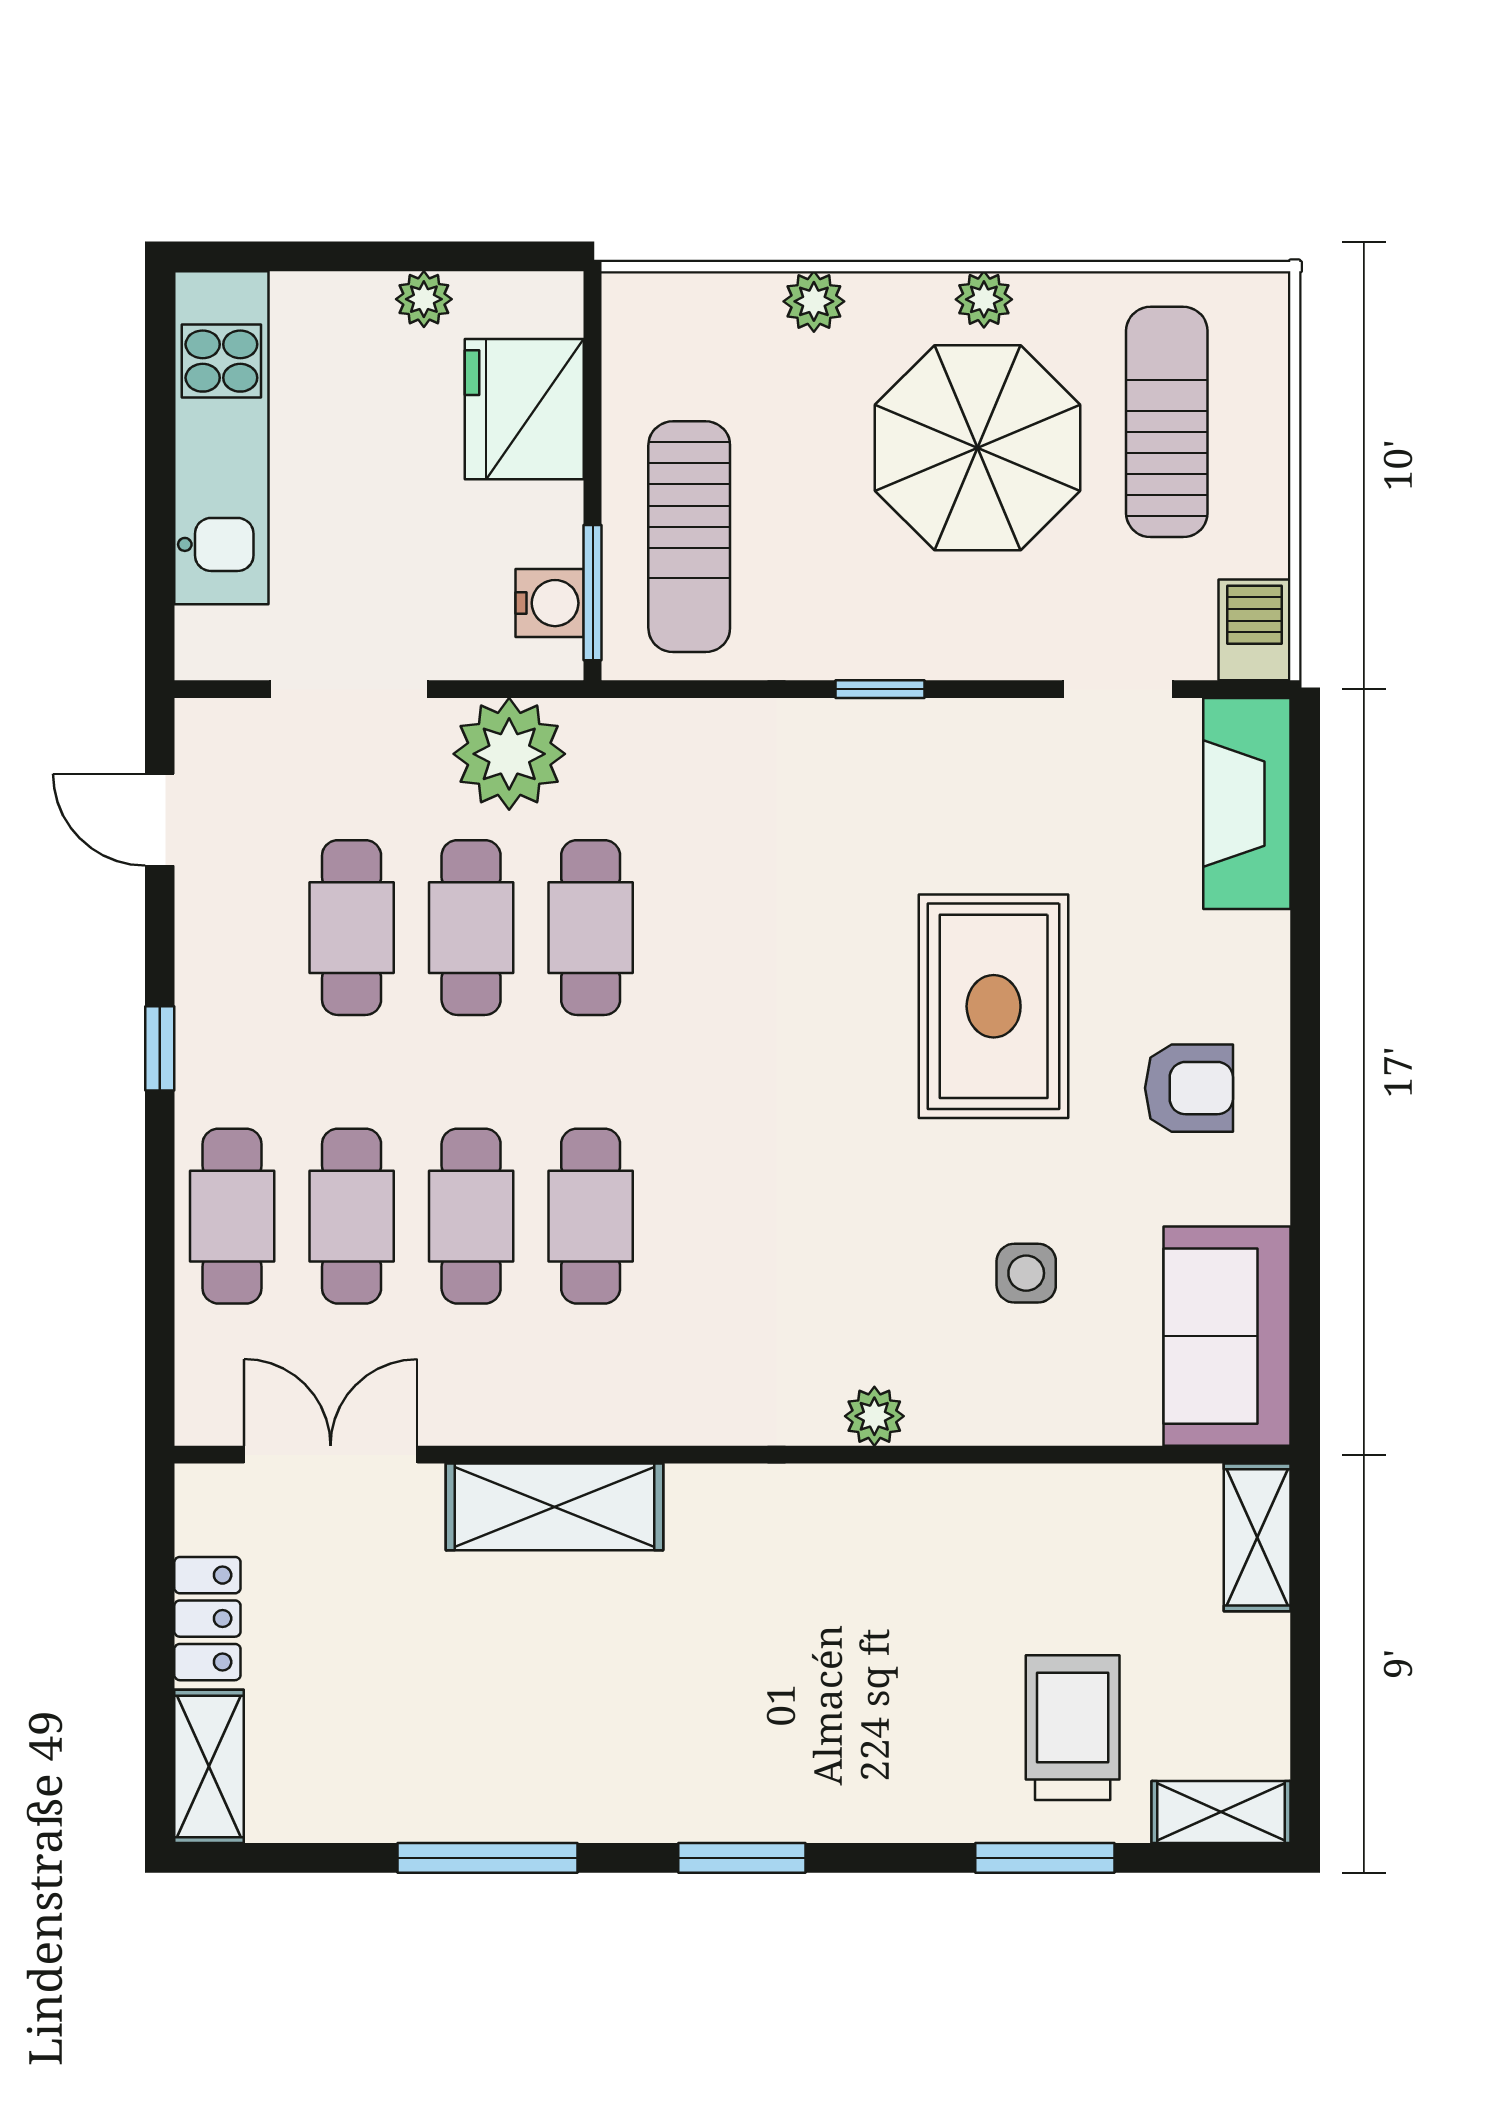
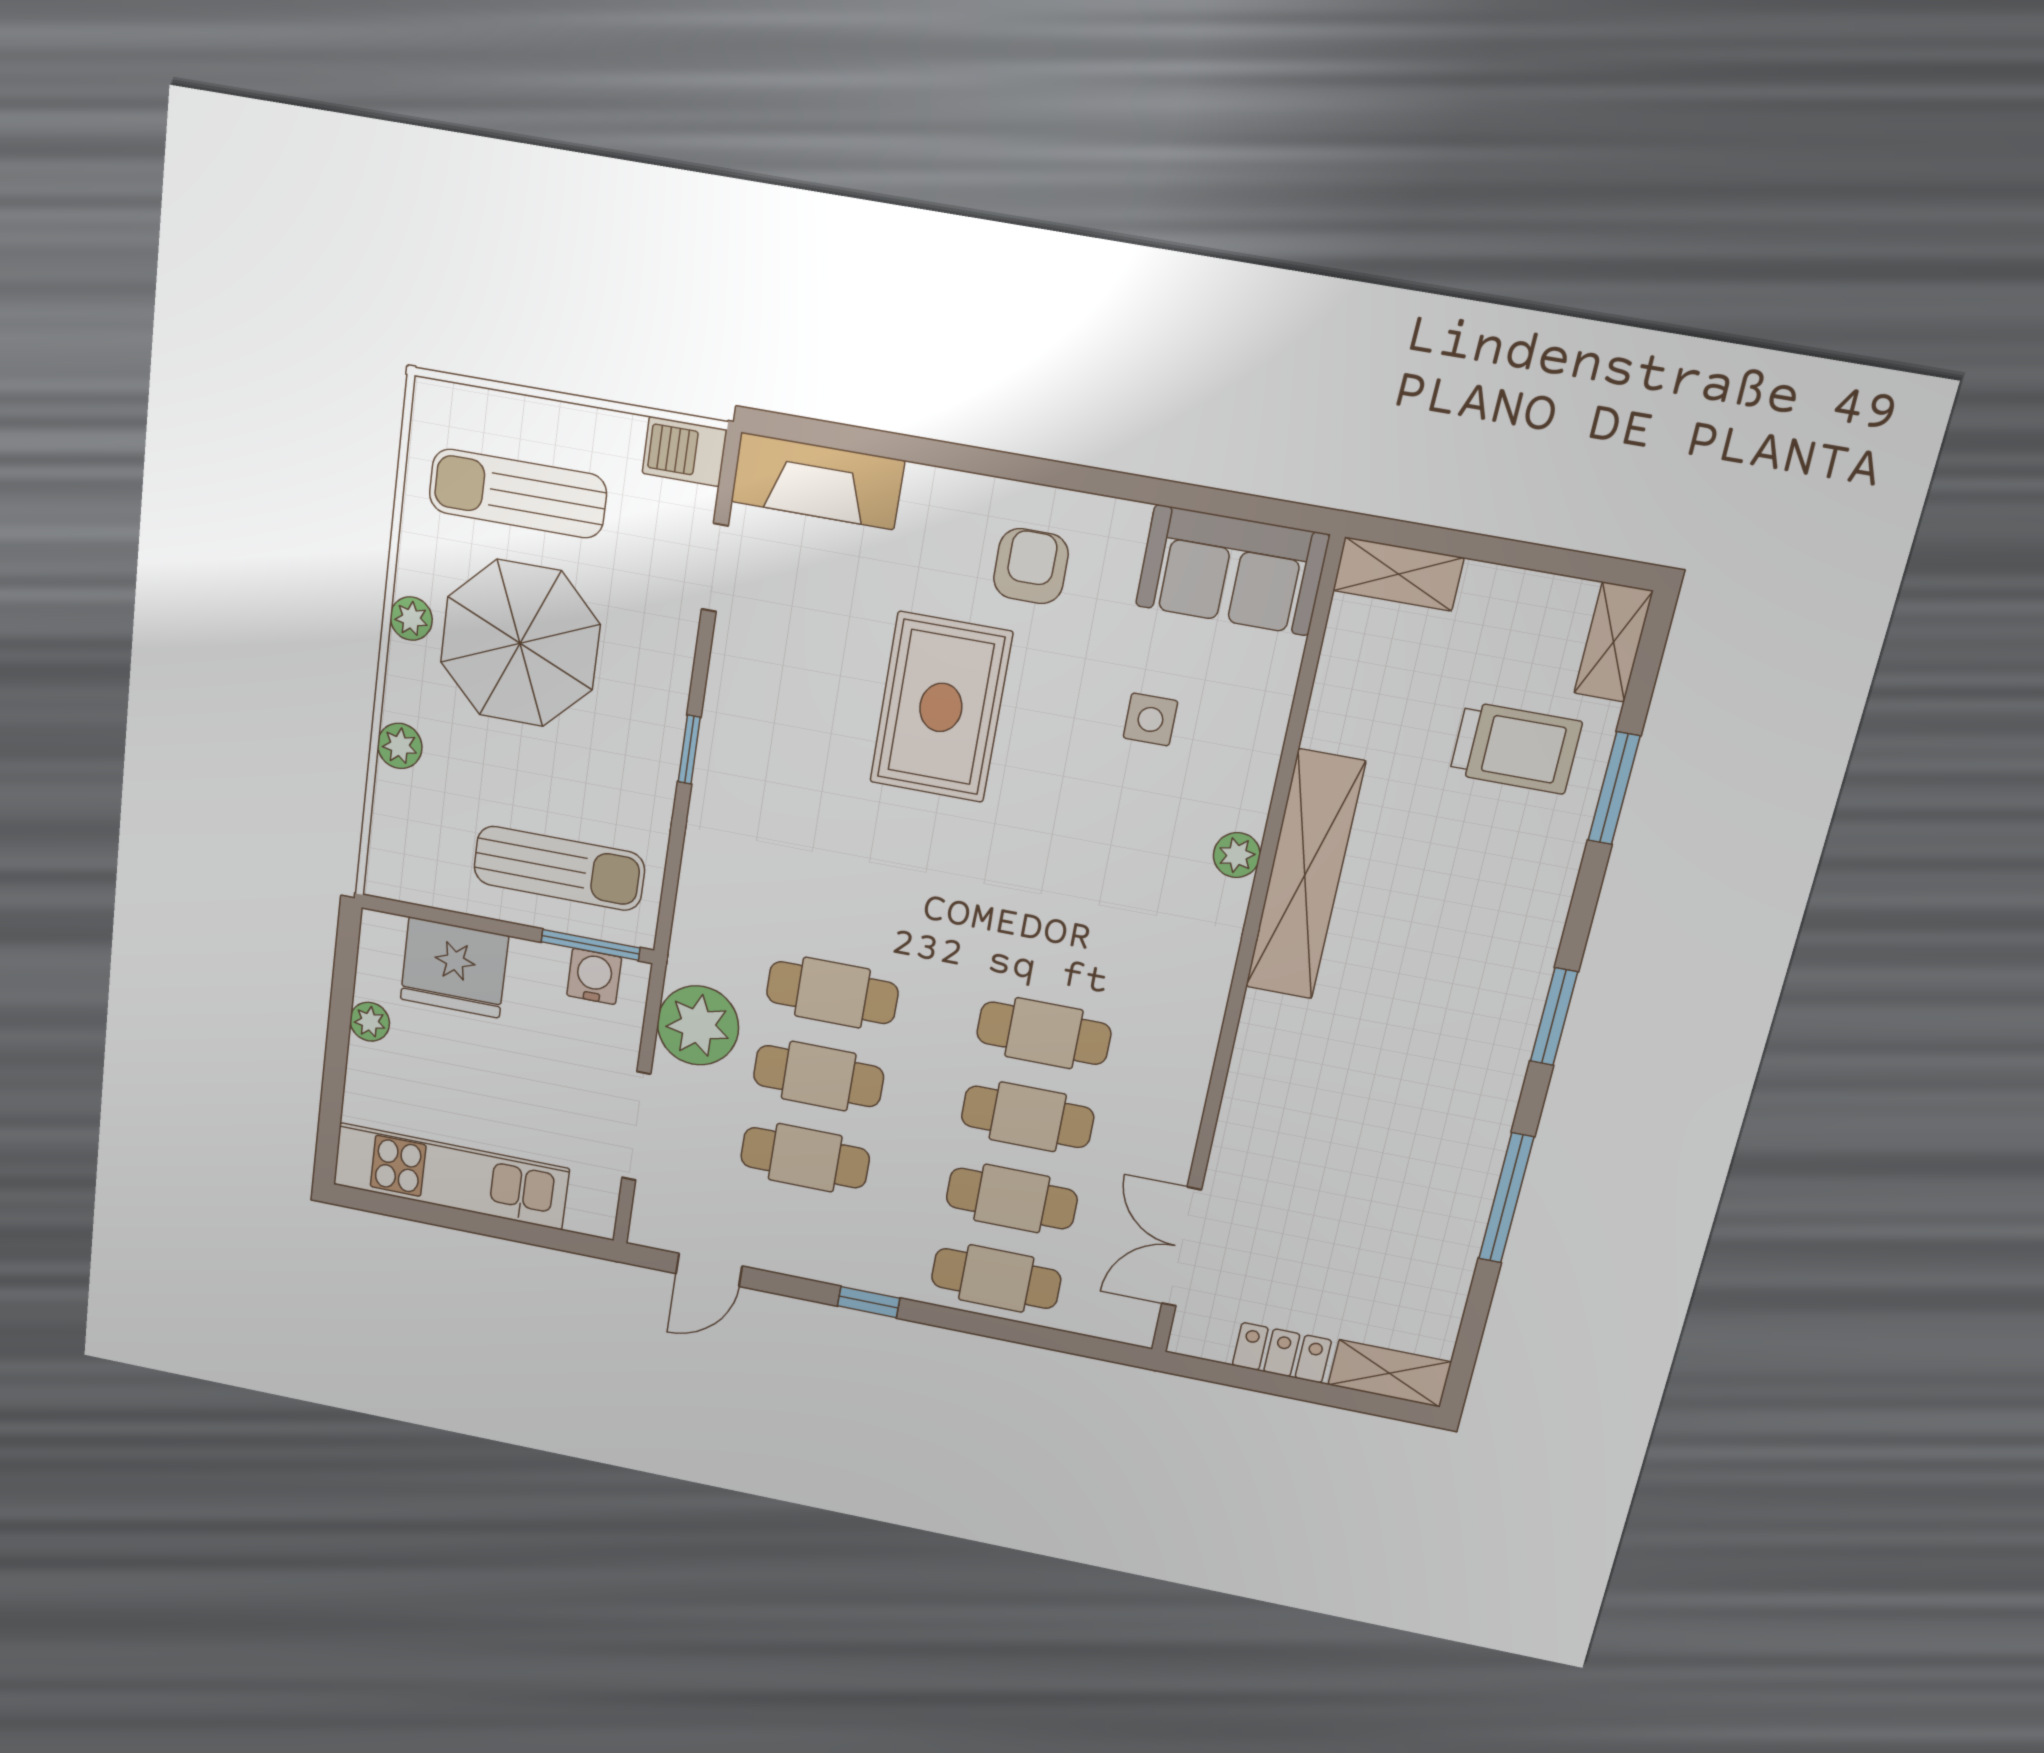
rug: (994, 1006) -> (941, 707), turned 90
shelving: (555, 1507) -> (1305, 875), moved, width x1.47
trolley: (1073, 1728) -> (1516, 748), turned 180

